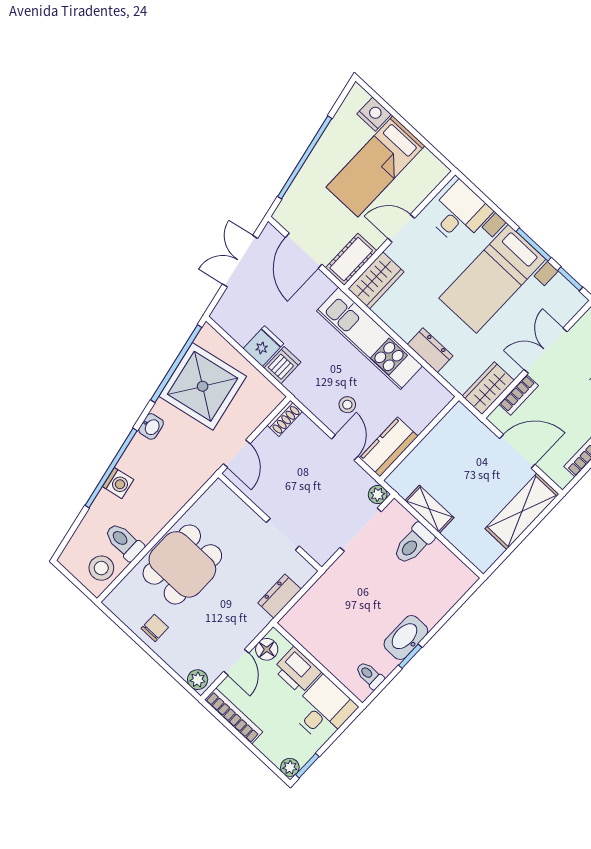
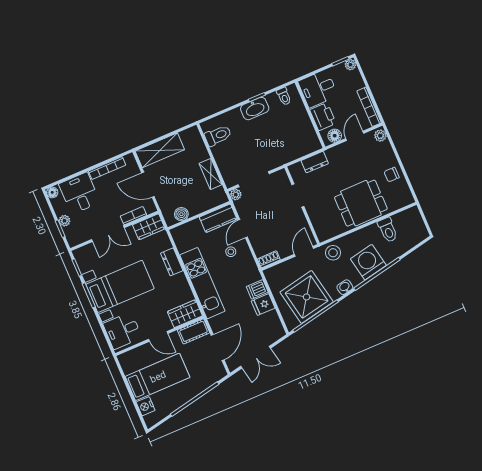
boiler: (447, 429) -> (181, 214), added
washing machine: (118, 483) -> (368, 262), width x1.89, depth x1.89
toilet: (413, 544) -> (218, 136), moved
stool: (101, 568) -> (333, 253), moved

